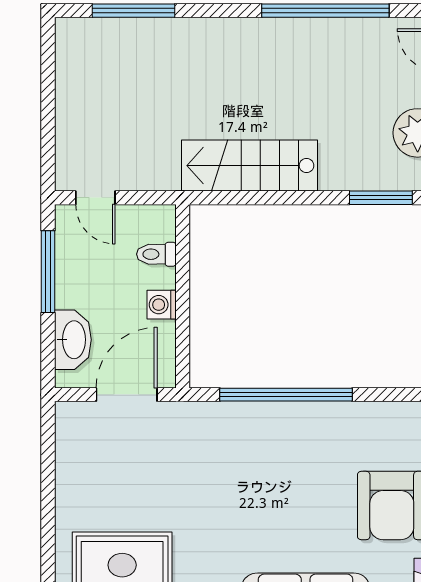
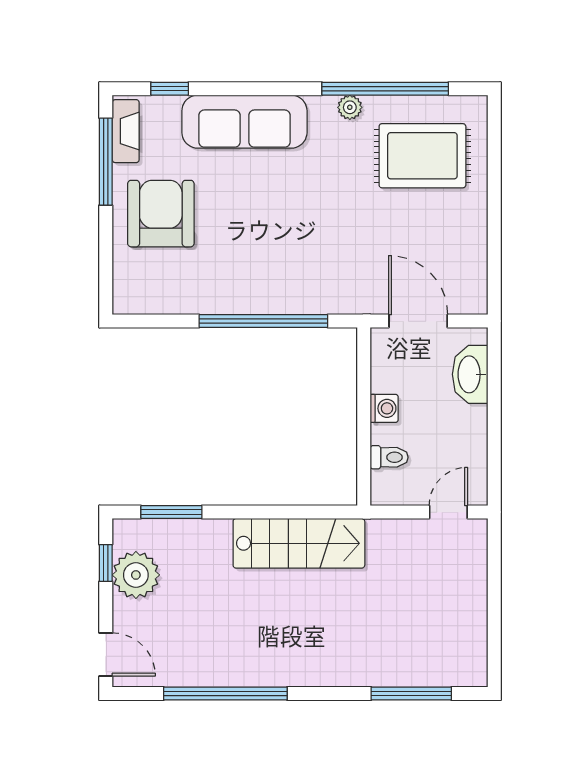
door: (95, 198) -> (448, 512), hinge flipped
window: (48, 272) -> (494, 440), removed
door: (127, 395) -> (418, 321), swing flipped

